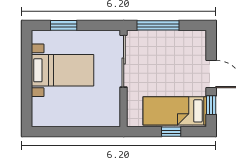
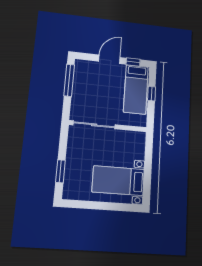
window: (158, 25) -> (69, 80), moved
bed with nightstands: (63, 70) -> (118, 181), moved, turned -90

